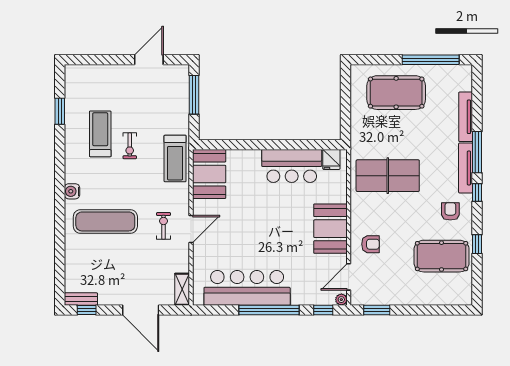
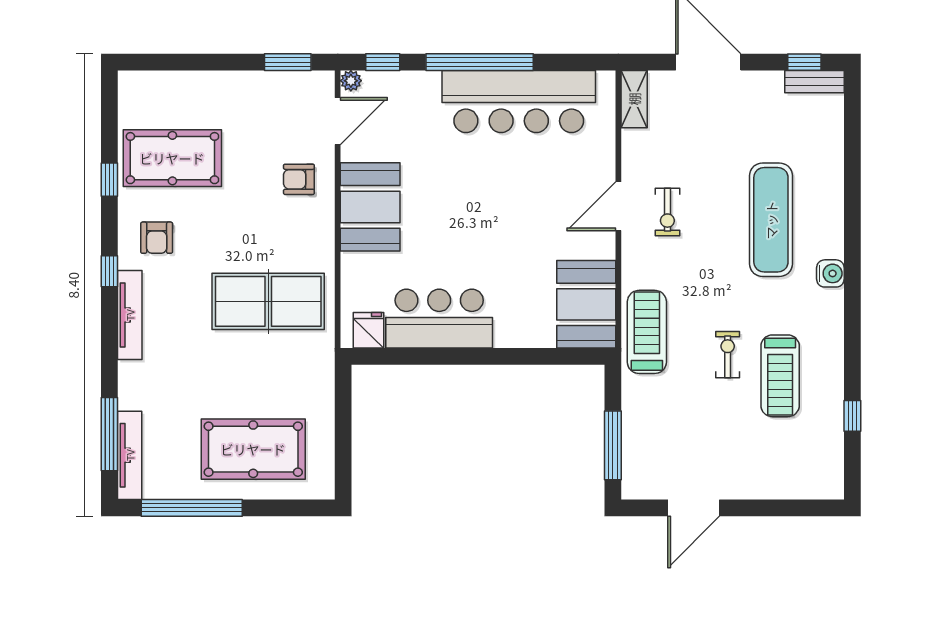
window: (60, 111) -> (852, 416), width x0.67
tv unit: (466, 117) -> (130, 455), moved
window: (477, 152) -> (109, 434), moved
exercise mat: (105, 221) -> (771, 220), turned 90

